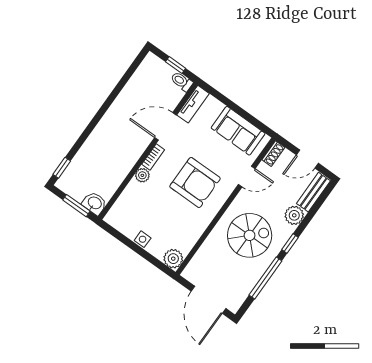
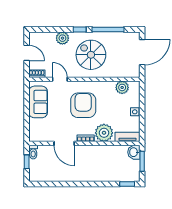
tv unit: (193, 104) -> (128, 137), moved
plant: (142, 175) -> (104, 133), width x1.88, depth x1.88
bench: (313, 192) -> (42, 37), removed
plant: (173, 259) -> (122, 87), moved

